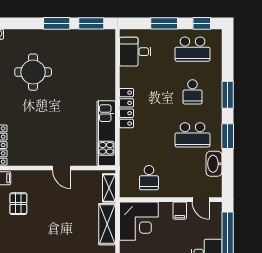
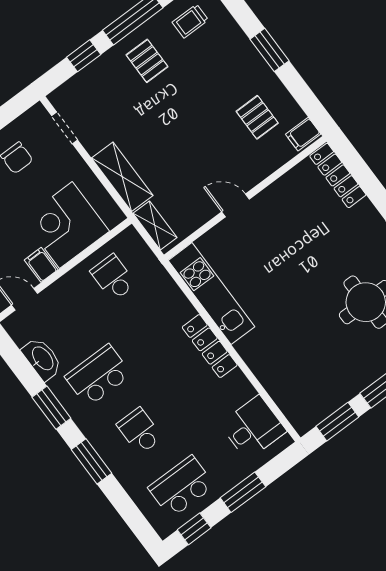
corner desk: (139, 221) -> (66, 225), moved

